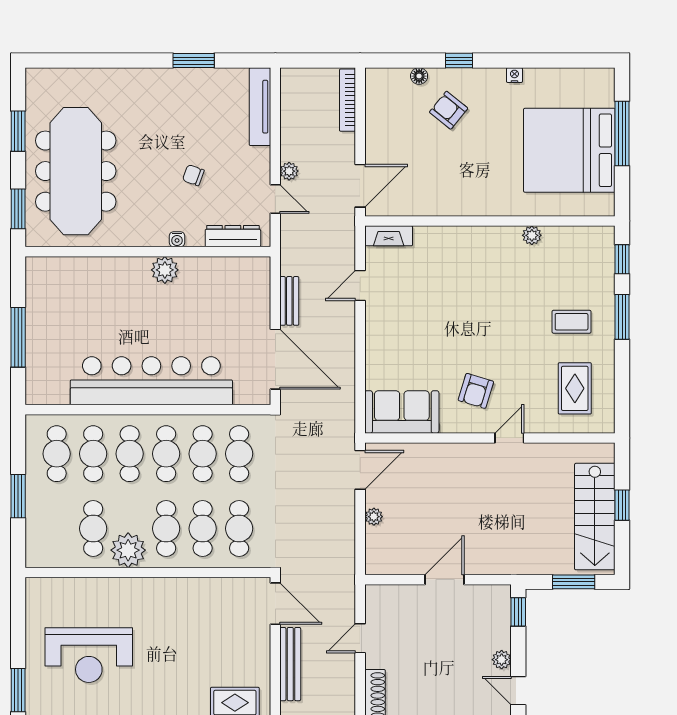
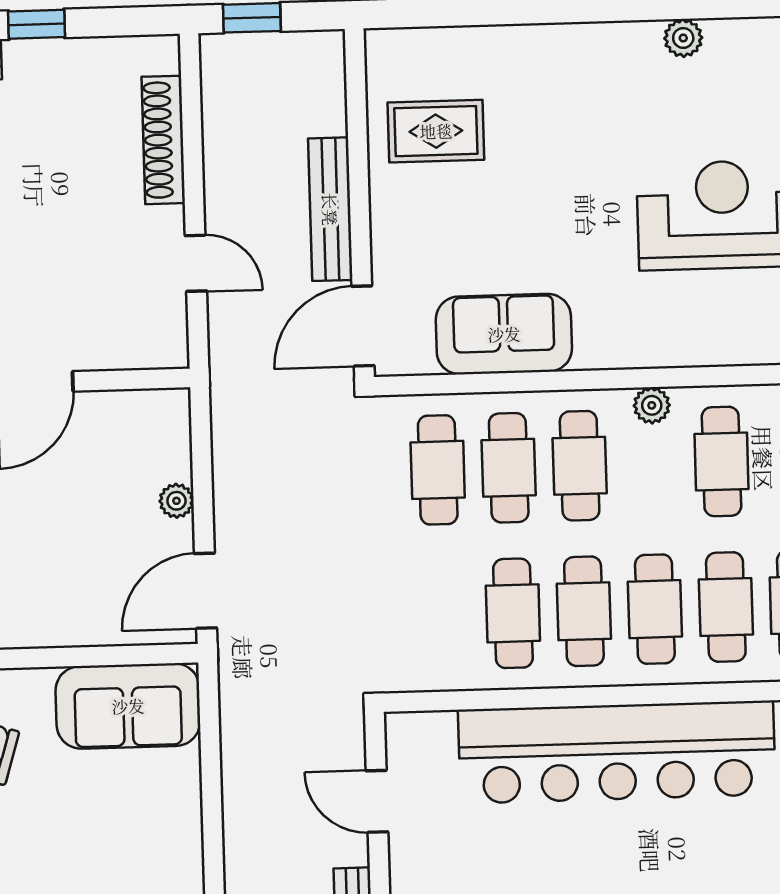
door: (275, 359) -> (377, 801), width x0.53
cafe table: (239, 454) -> (442, 615), removed
plant: (128, 550) -> (652, 405), width x0.53, depth x0.53
sofa: (203, 597) -> (504, 334), added
door: (275, 604) -> (363, 326), hinge flipped
door: (360, 638) -> (196, 263), hinge flipped

